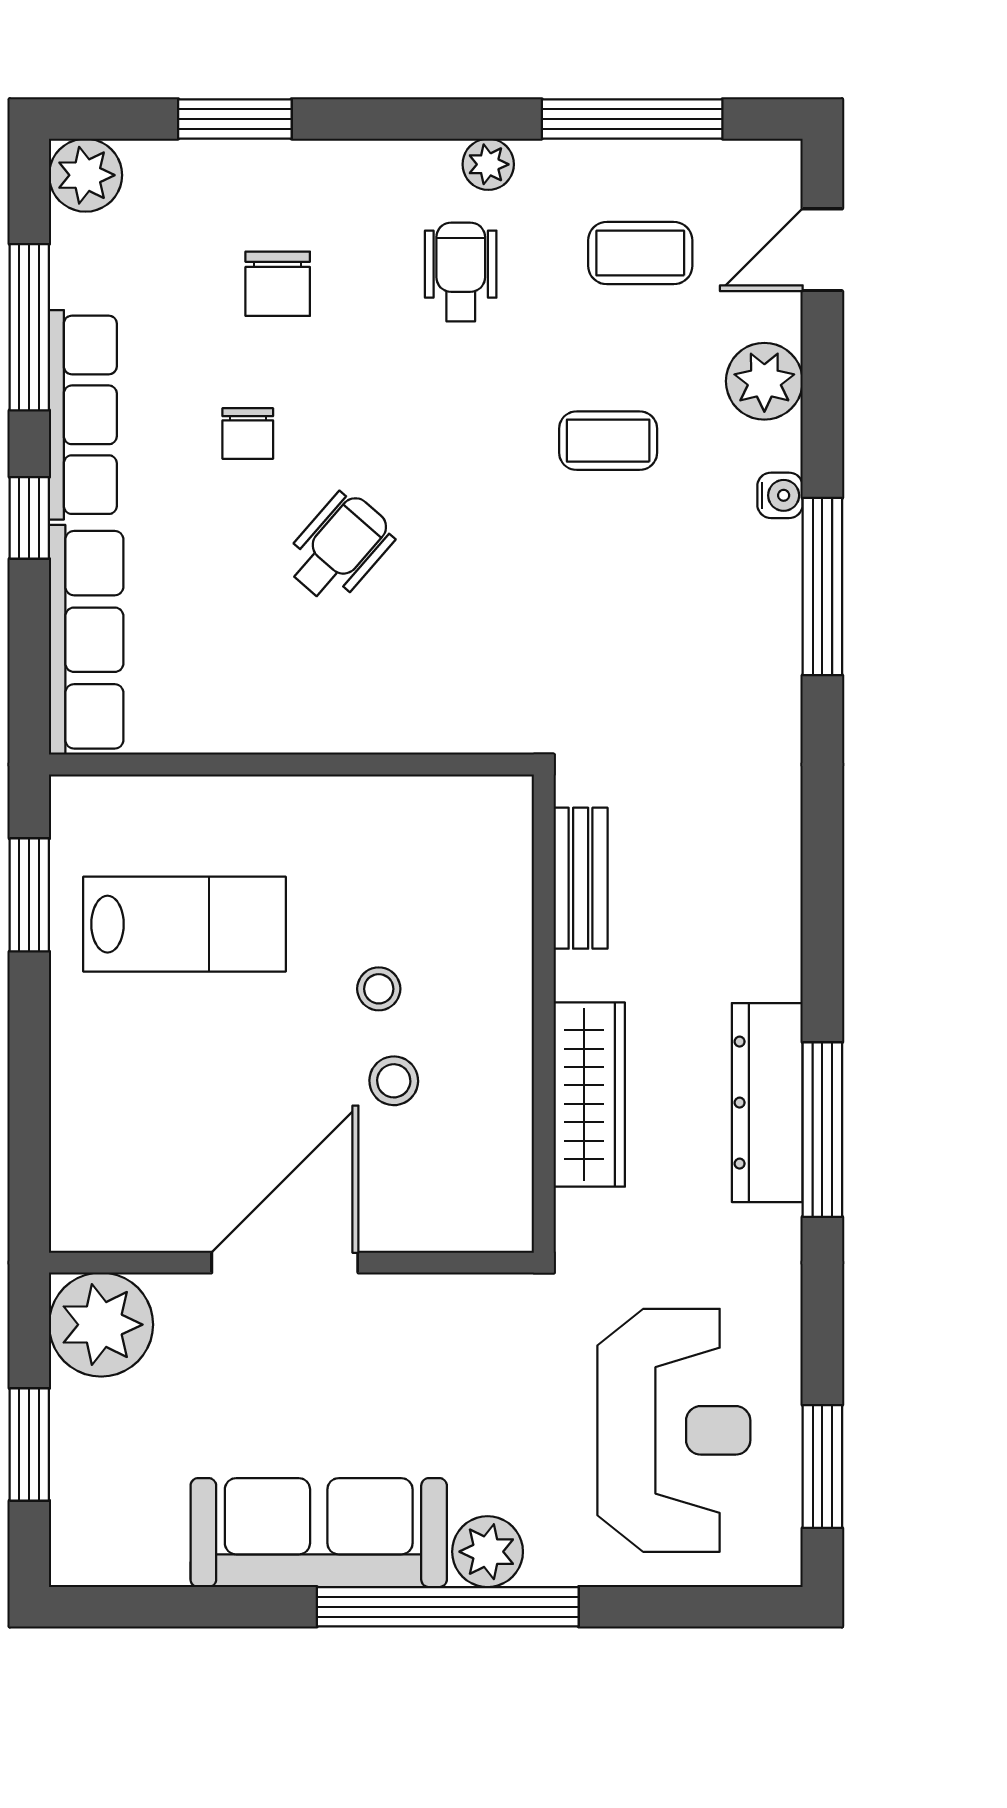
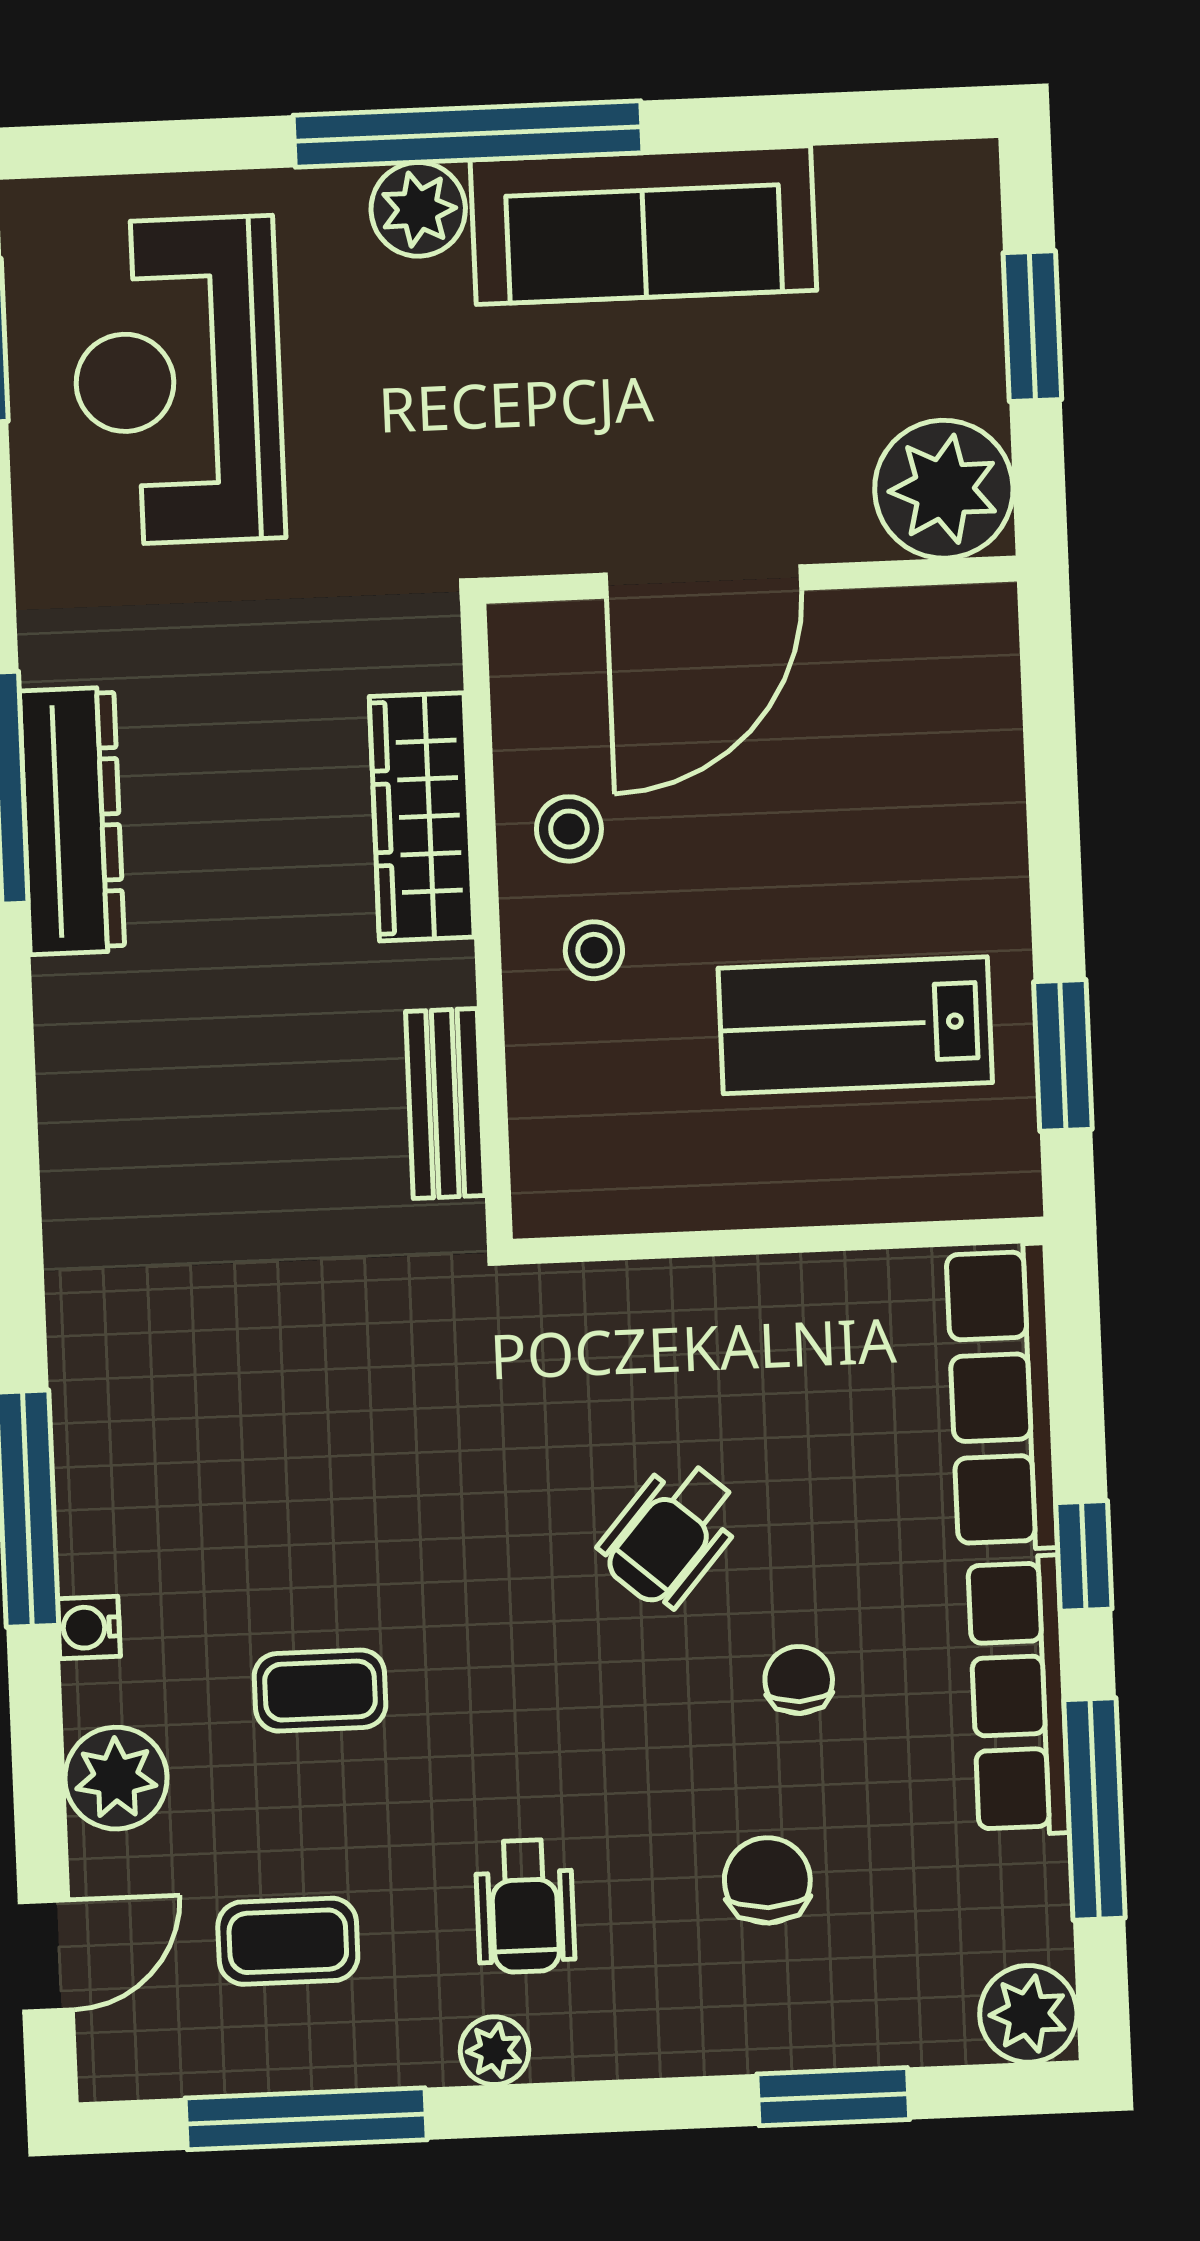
bench: (581, 878) -> (445, 1104), moved
wall: (544, 1014) -> (487, 922), moved
wardrobe: (589, 1095) -> (422, 817), moved

